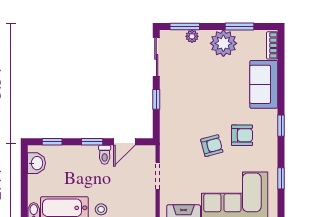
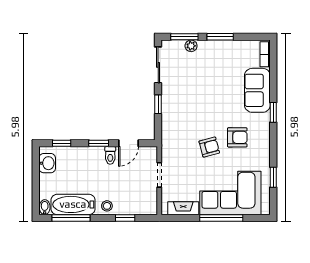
window: (240, 27) -> (220, 37), moved
plant: (223, 43) -> (220, 52), removed
window: (281, 126) -> (273, 112), moved

